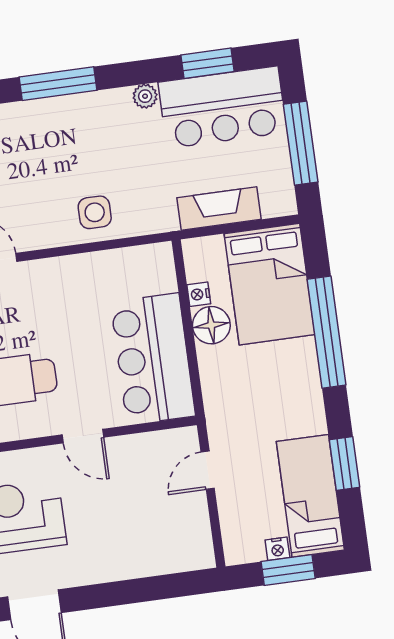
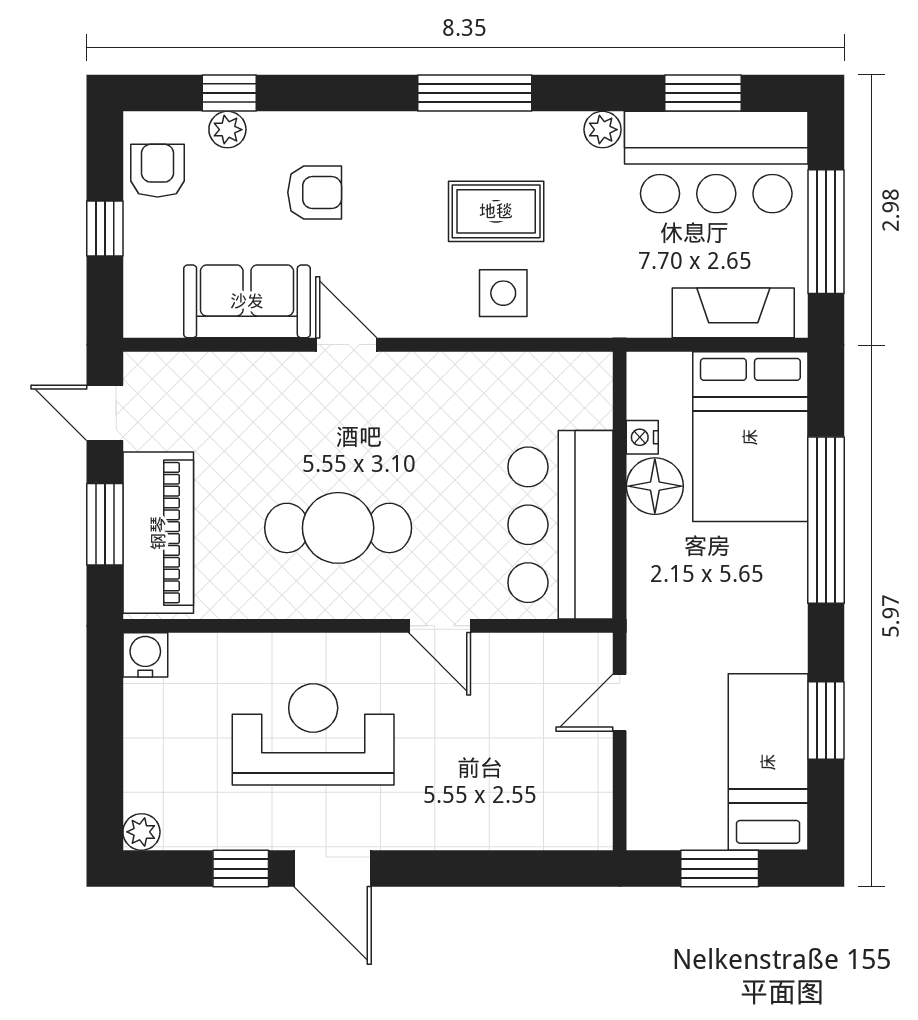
rug: (83, 159) -> (496, 211), added
fireplace: (219, 208) -> (733, 313), moved
nightstand: (277, 549) -> (708, 835), removed

